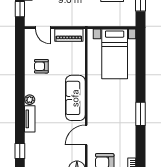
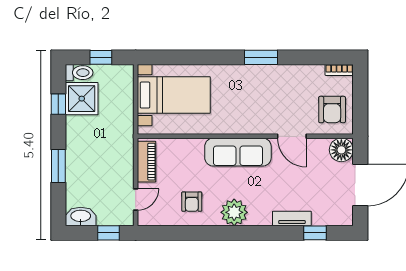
plant: (30, 100) -> (234, 212), width x1.87, depth x1.87
tv unit: (30, 119) -> (292, 218), moved

